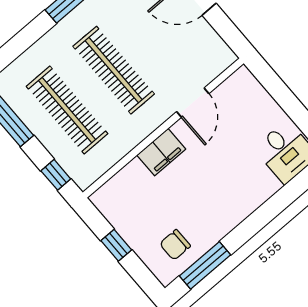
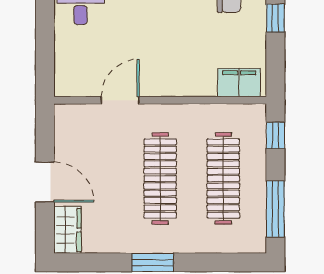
filing cabinet: (161, 152) -> (239, 83), moved
window: (116, 245) -> (275, 18), moved

